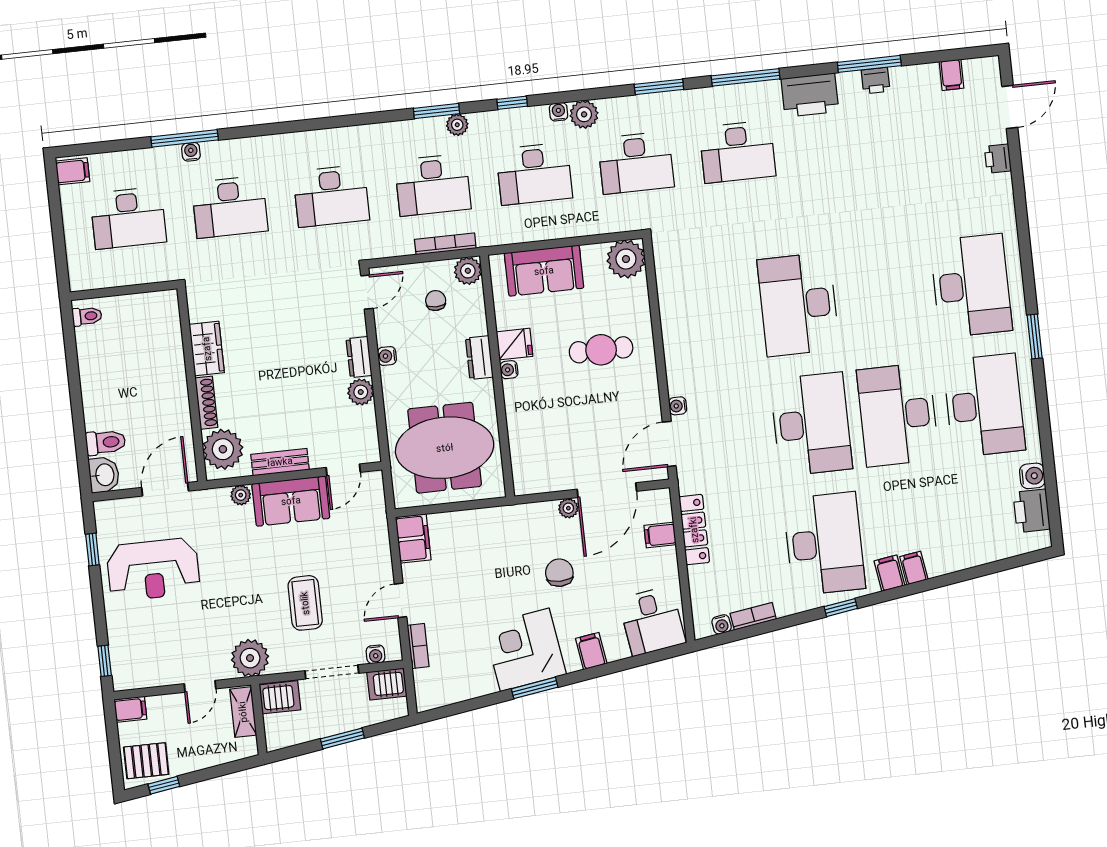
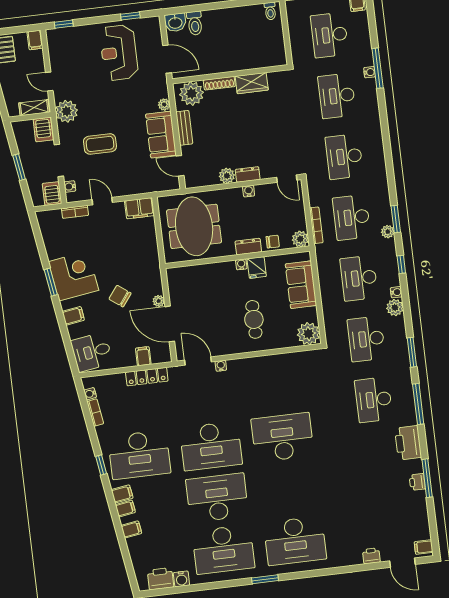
filing cabinet: (952, 75) -> (424, 547), moved
chair: (436, 301) -> (273, 242), moved
filing cabinet: (949, 558) -> (131, 529), added
chair: (559, 573) -> (120, 296), turned -143

